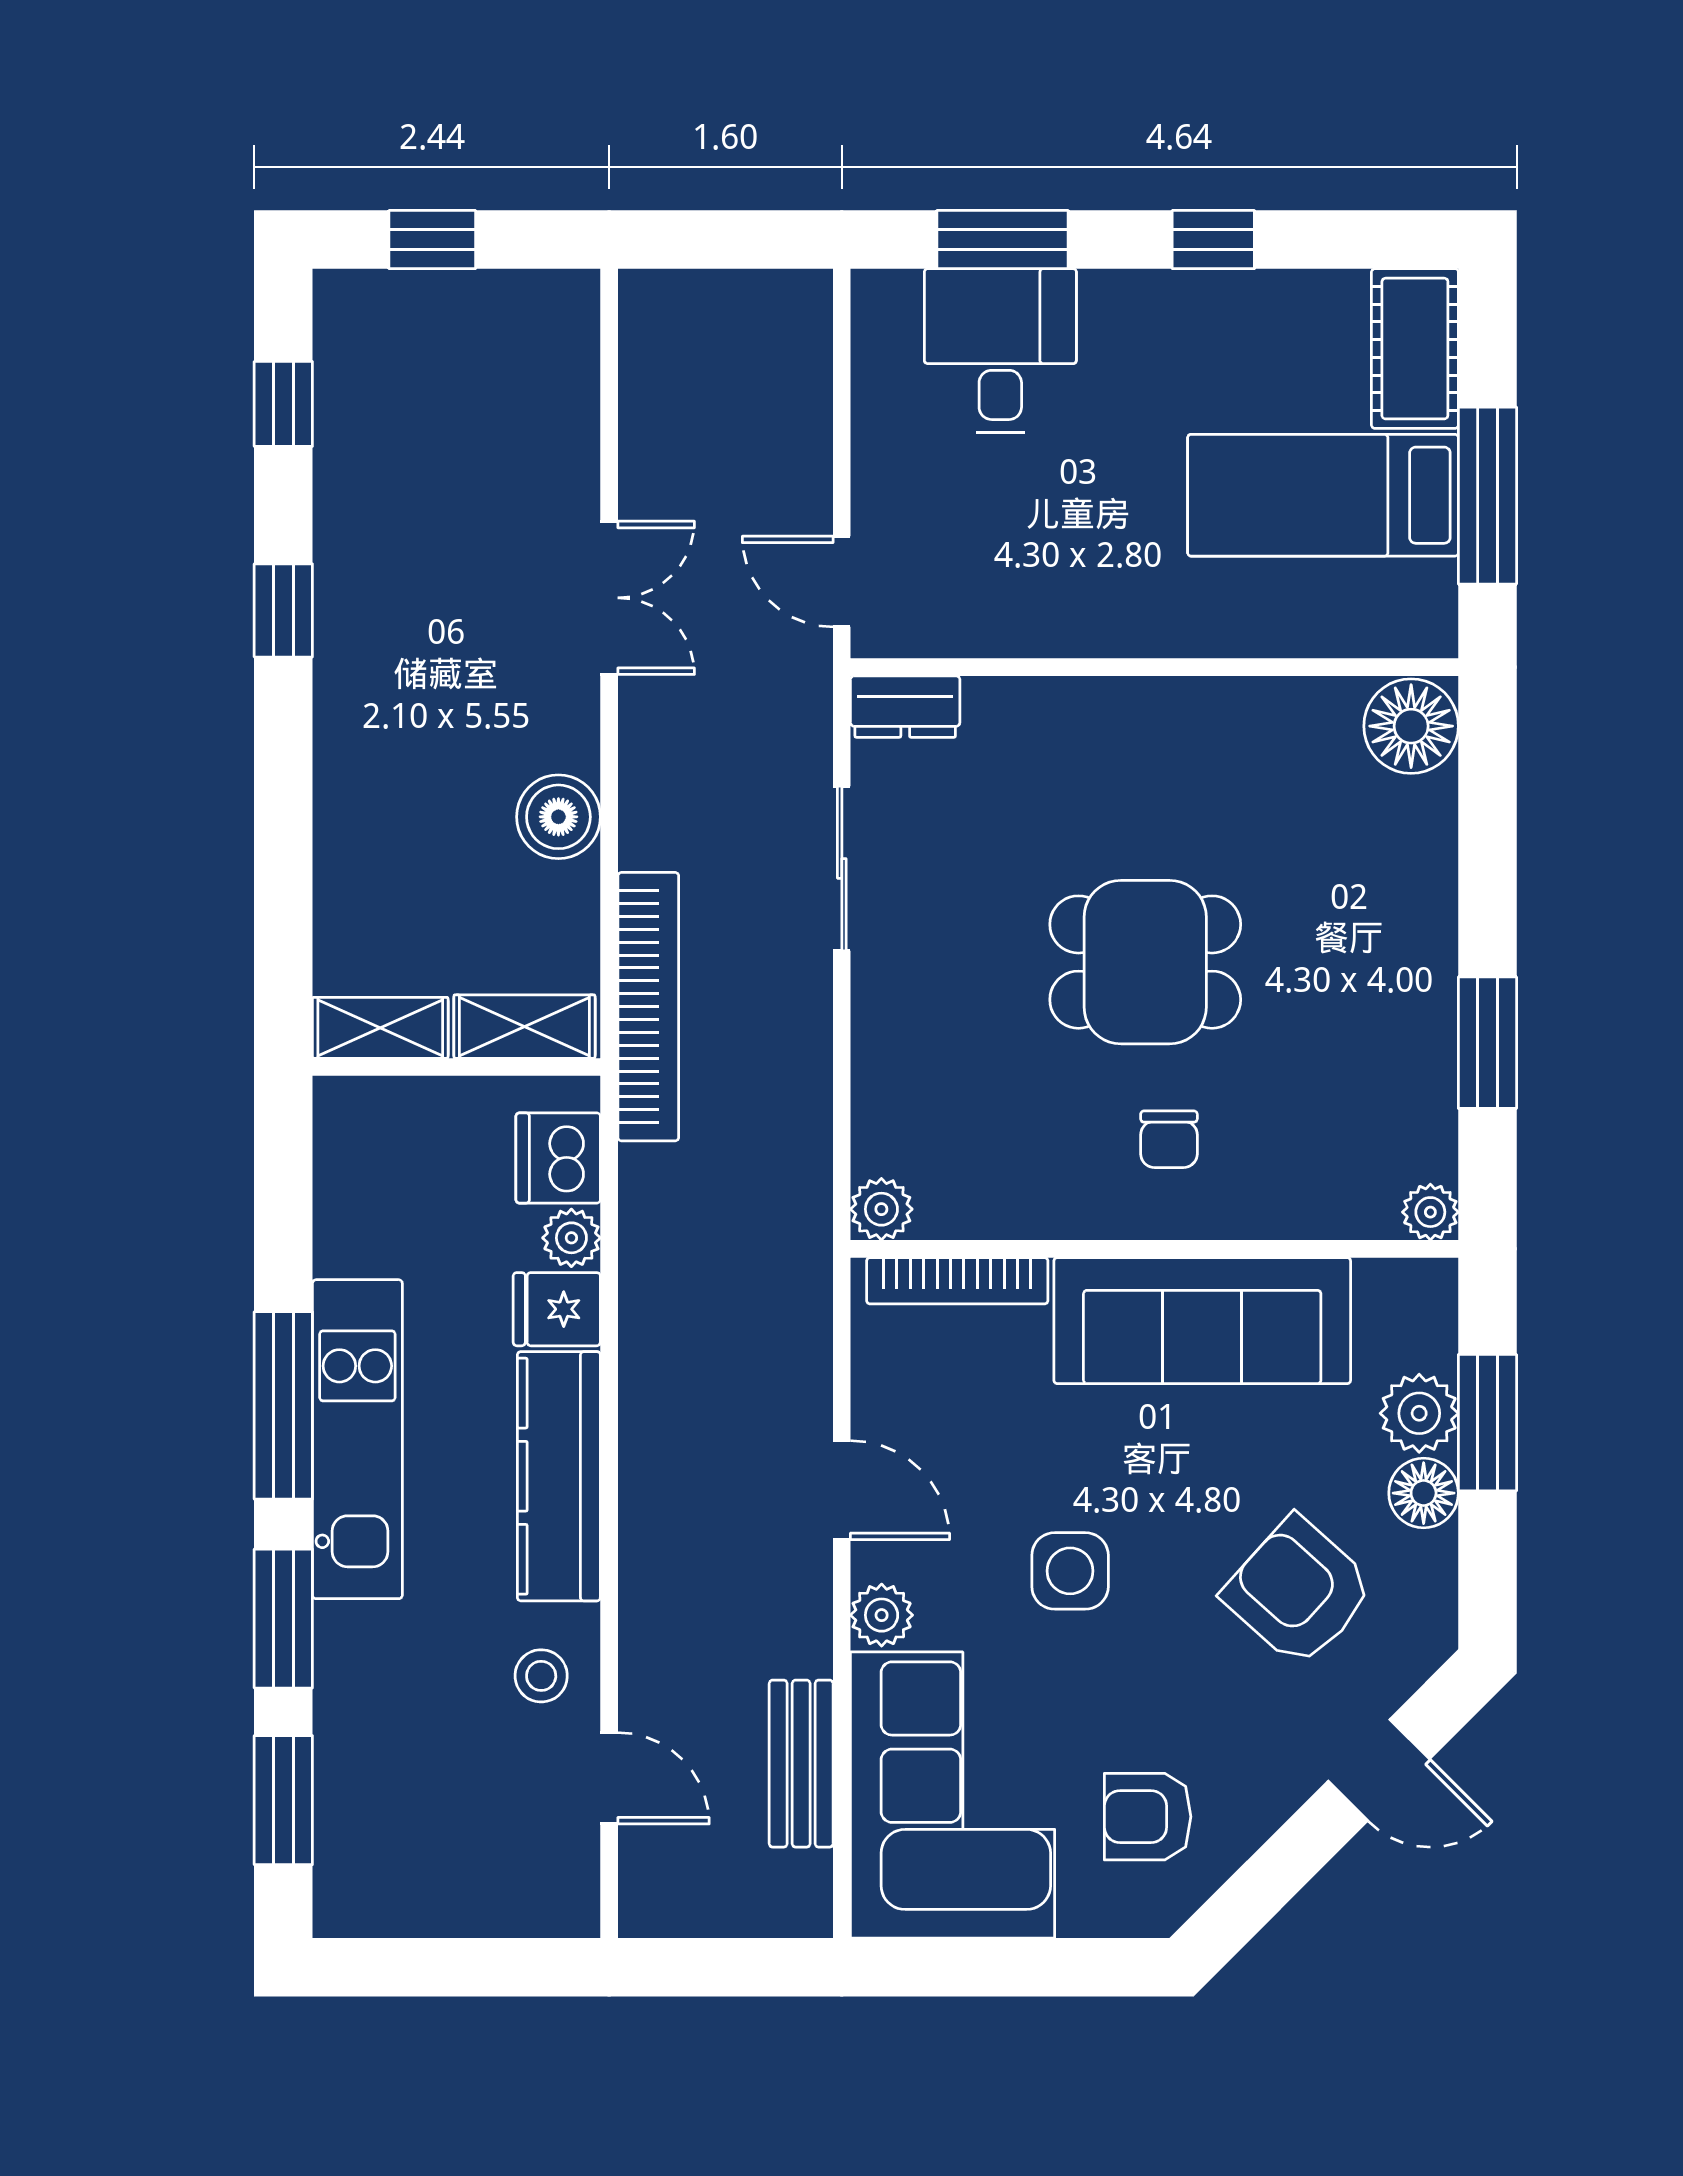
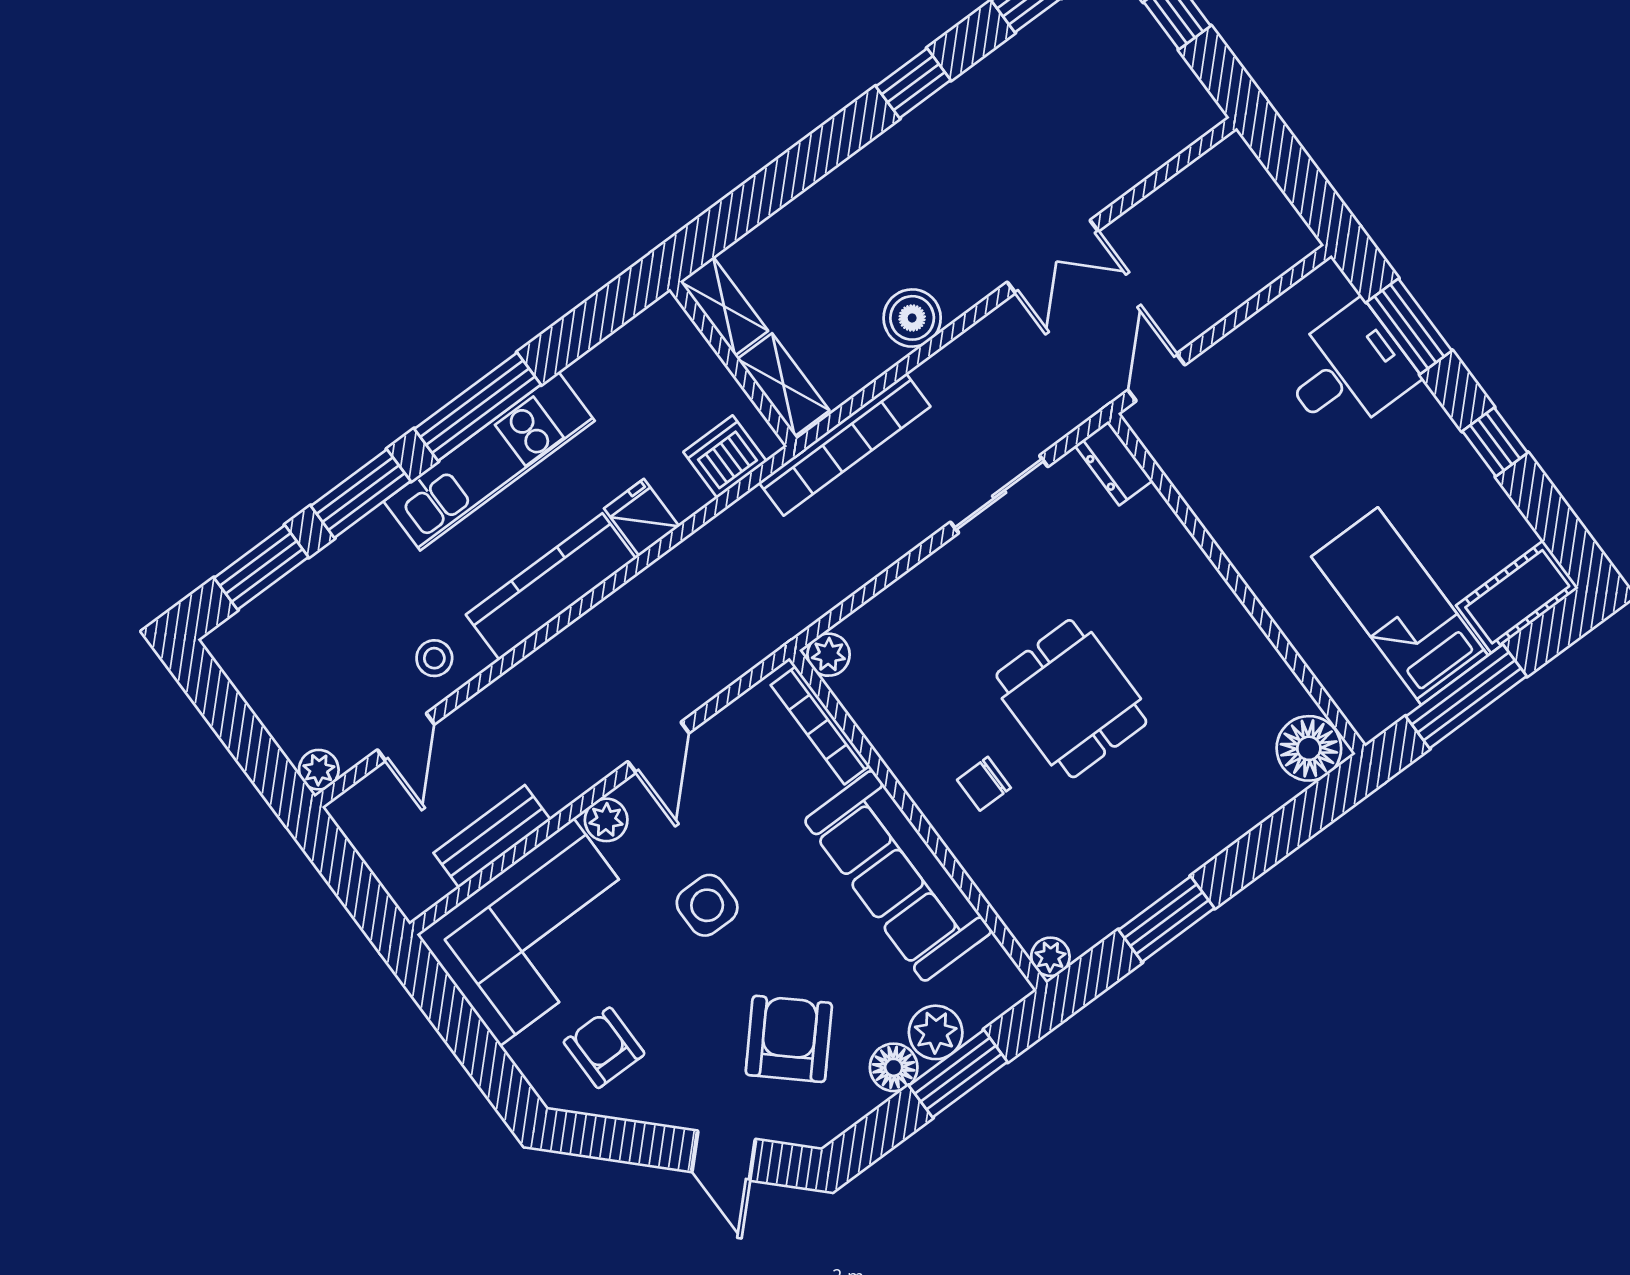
plant: (571, 1238) -> (319, 770), moved

